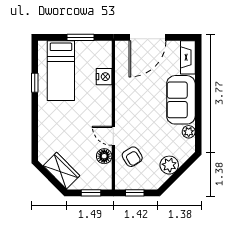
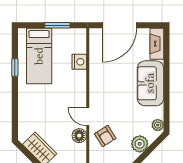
plant: (189, 132) -> (158, 125), moved

